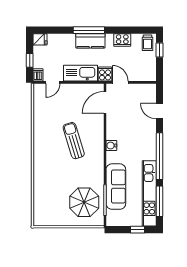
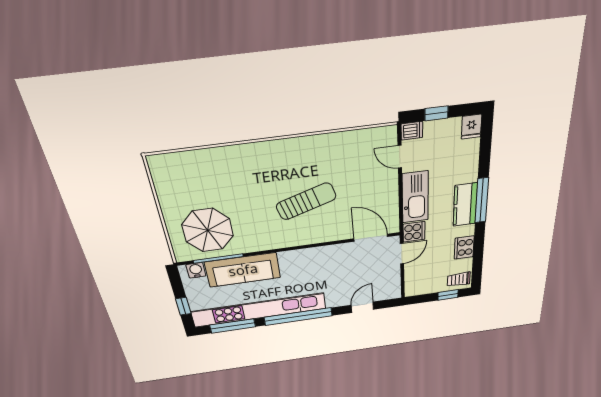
water cooler: (111, 146) -> (196, 270), moved
kitchen unit: (149, 193) -> (259, 310), width x1.36

